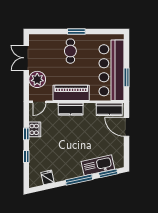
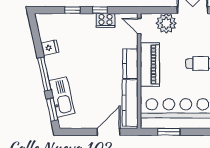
kitchen counter: (109, 109) -> (130, 103), width x1.50
fridge: (47, 177) -> (50, 48), moved

